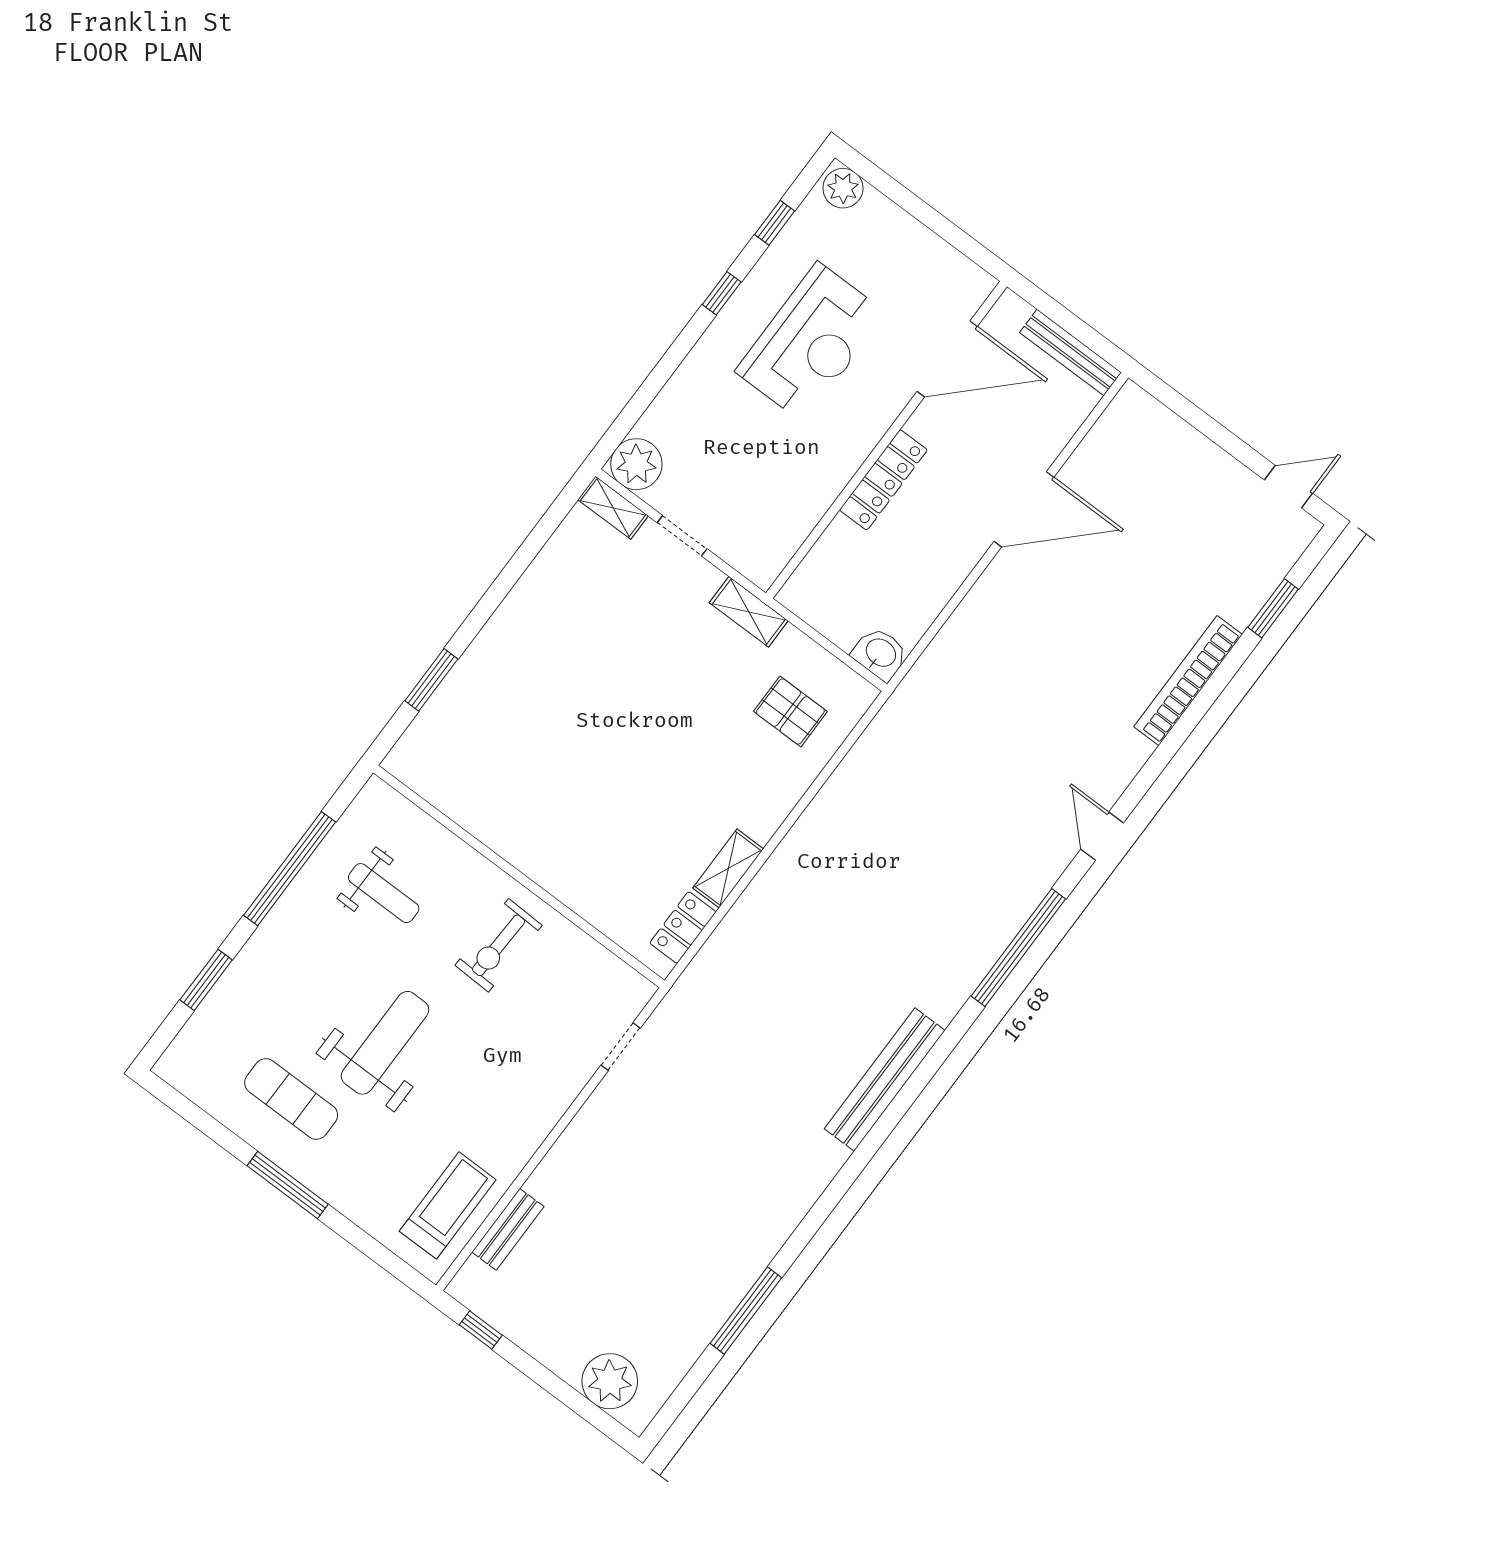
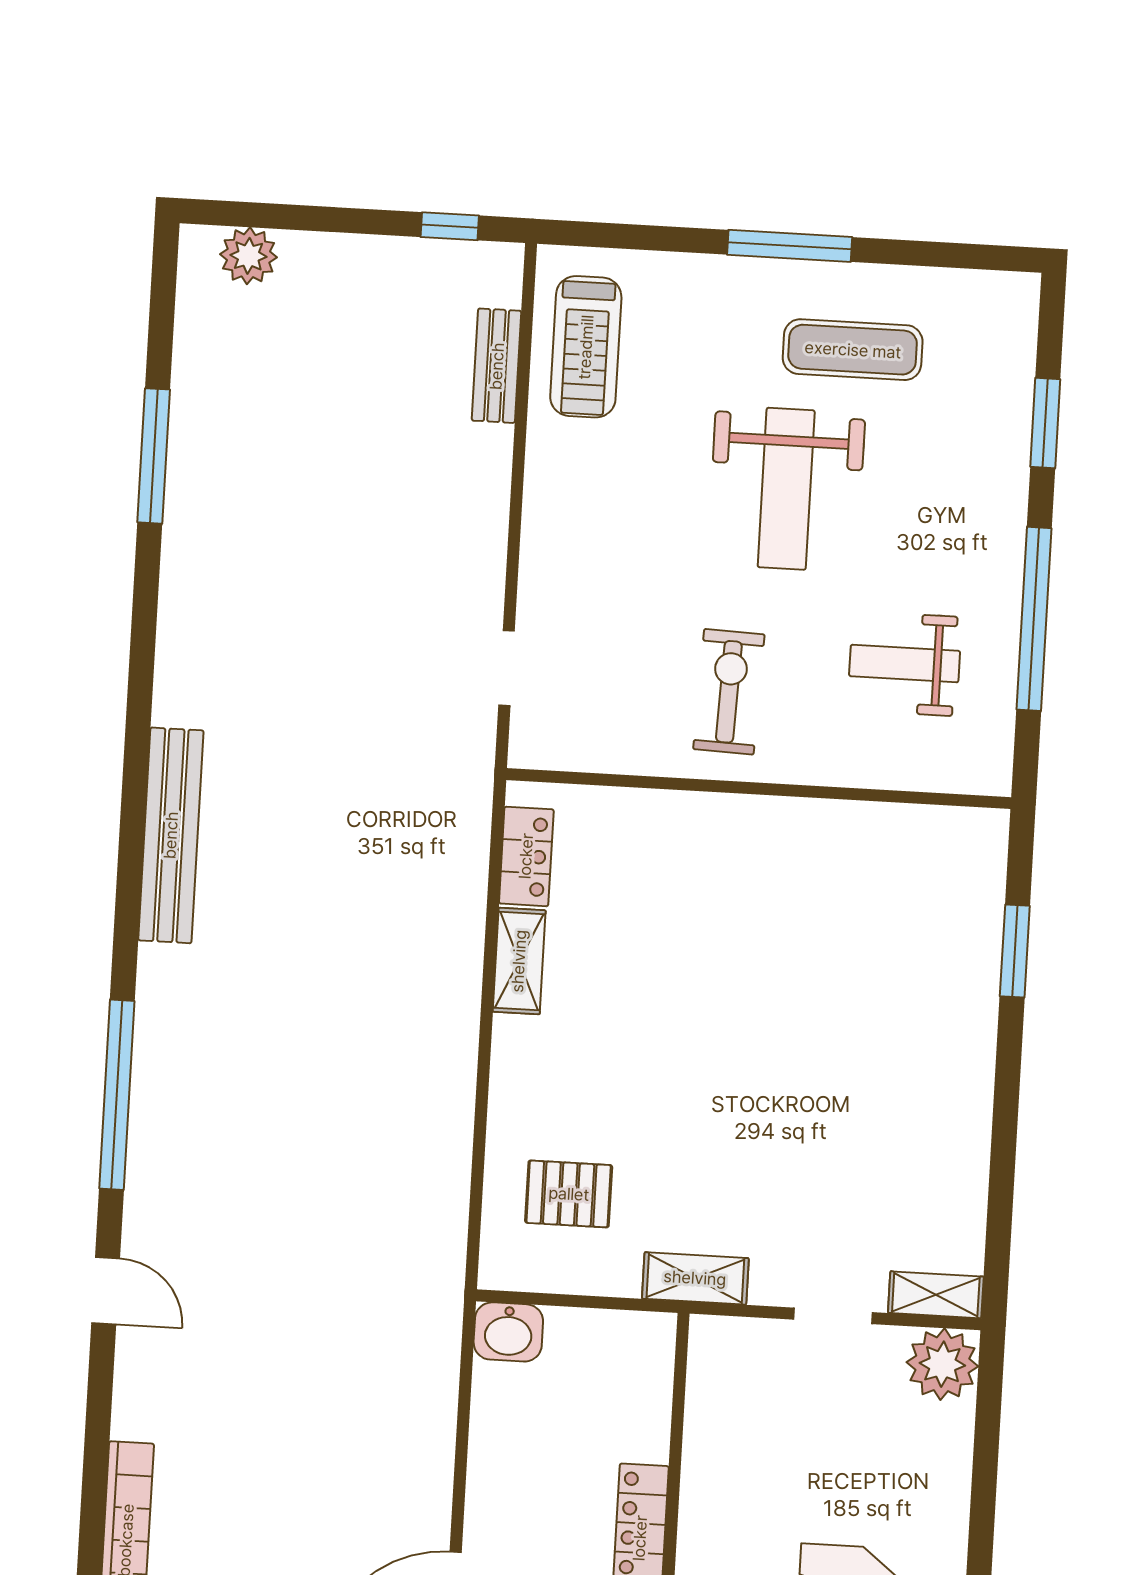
plant: (610, 1381) -> (249, 256), width x0.73, depth x0.73

